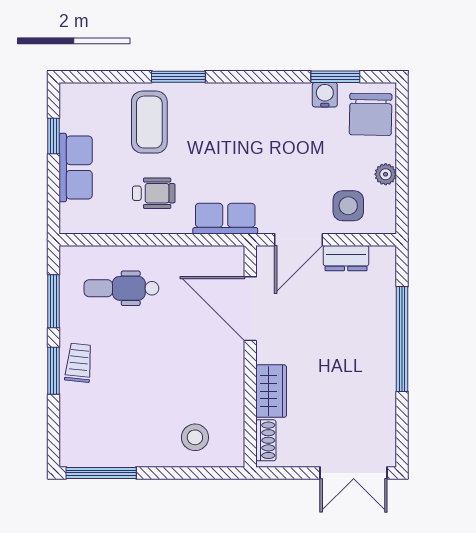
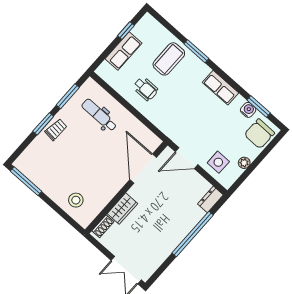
row of seats: (225, 219) -> (220, 88), moved, turned 180
dresser: (346, 258) -> (210, 199), moved, turned 90

